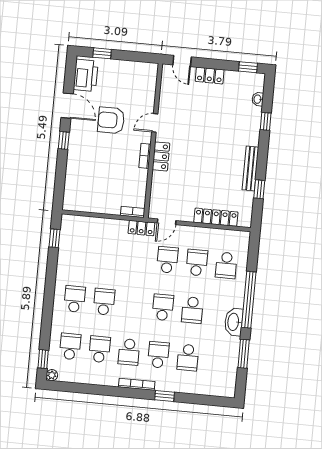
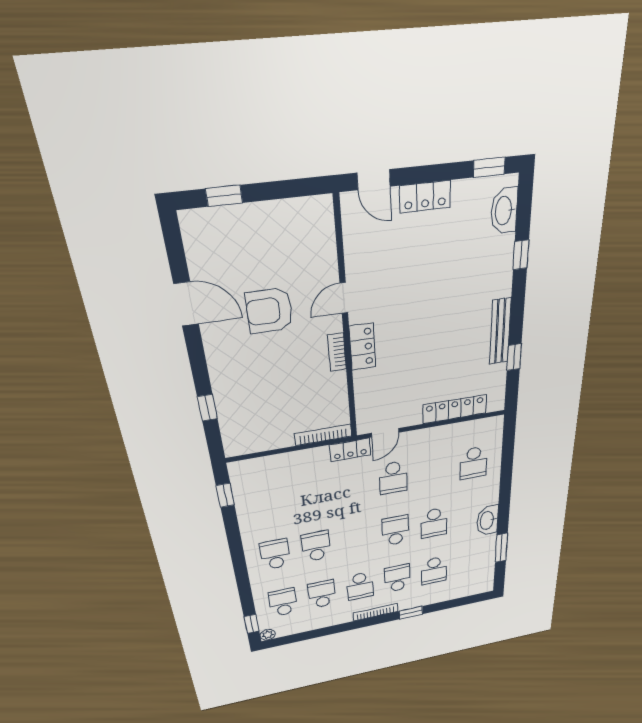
printer: (86, 75) -> (204, 244), removed
washbasin: (258, 99) -> (504, 211), width x1.91, depth x1.45
window: (64, 140) -> (207, 408), moved
bookcase: (133, 212) -> (323, 435), width x1.56
school desk: (167, 260) -> (393, 478), turned 180
school desk: (197, 263) -> (434, 470), removed
window: (249, 300) -> (505, 492), removed

